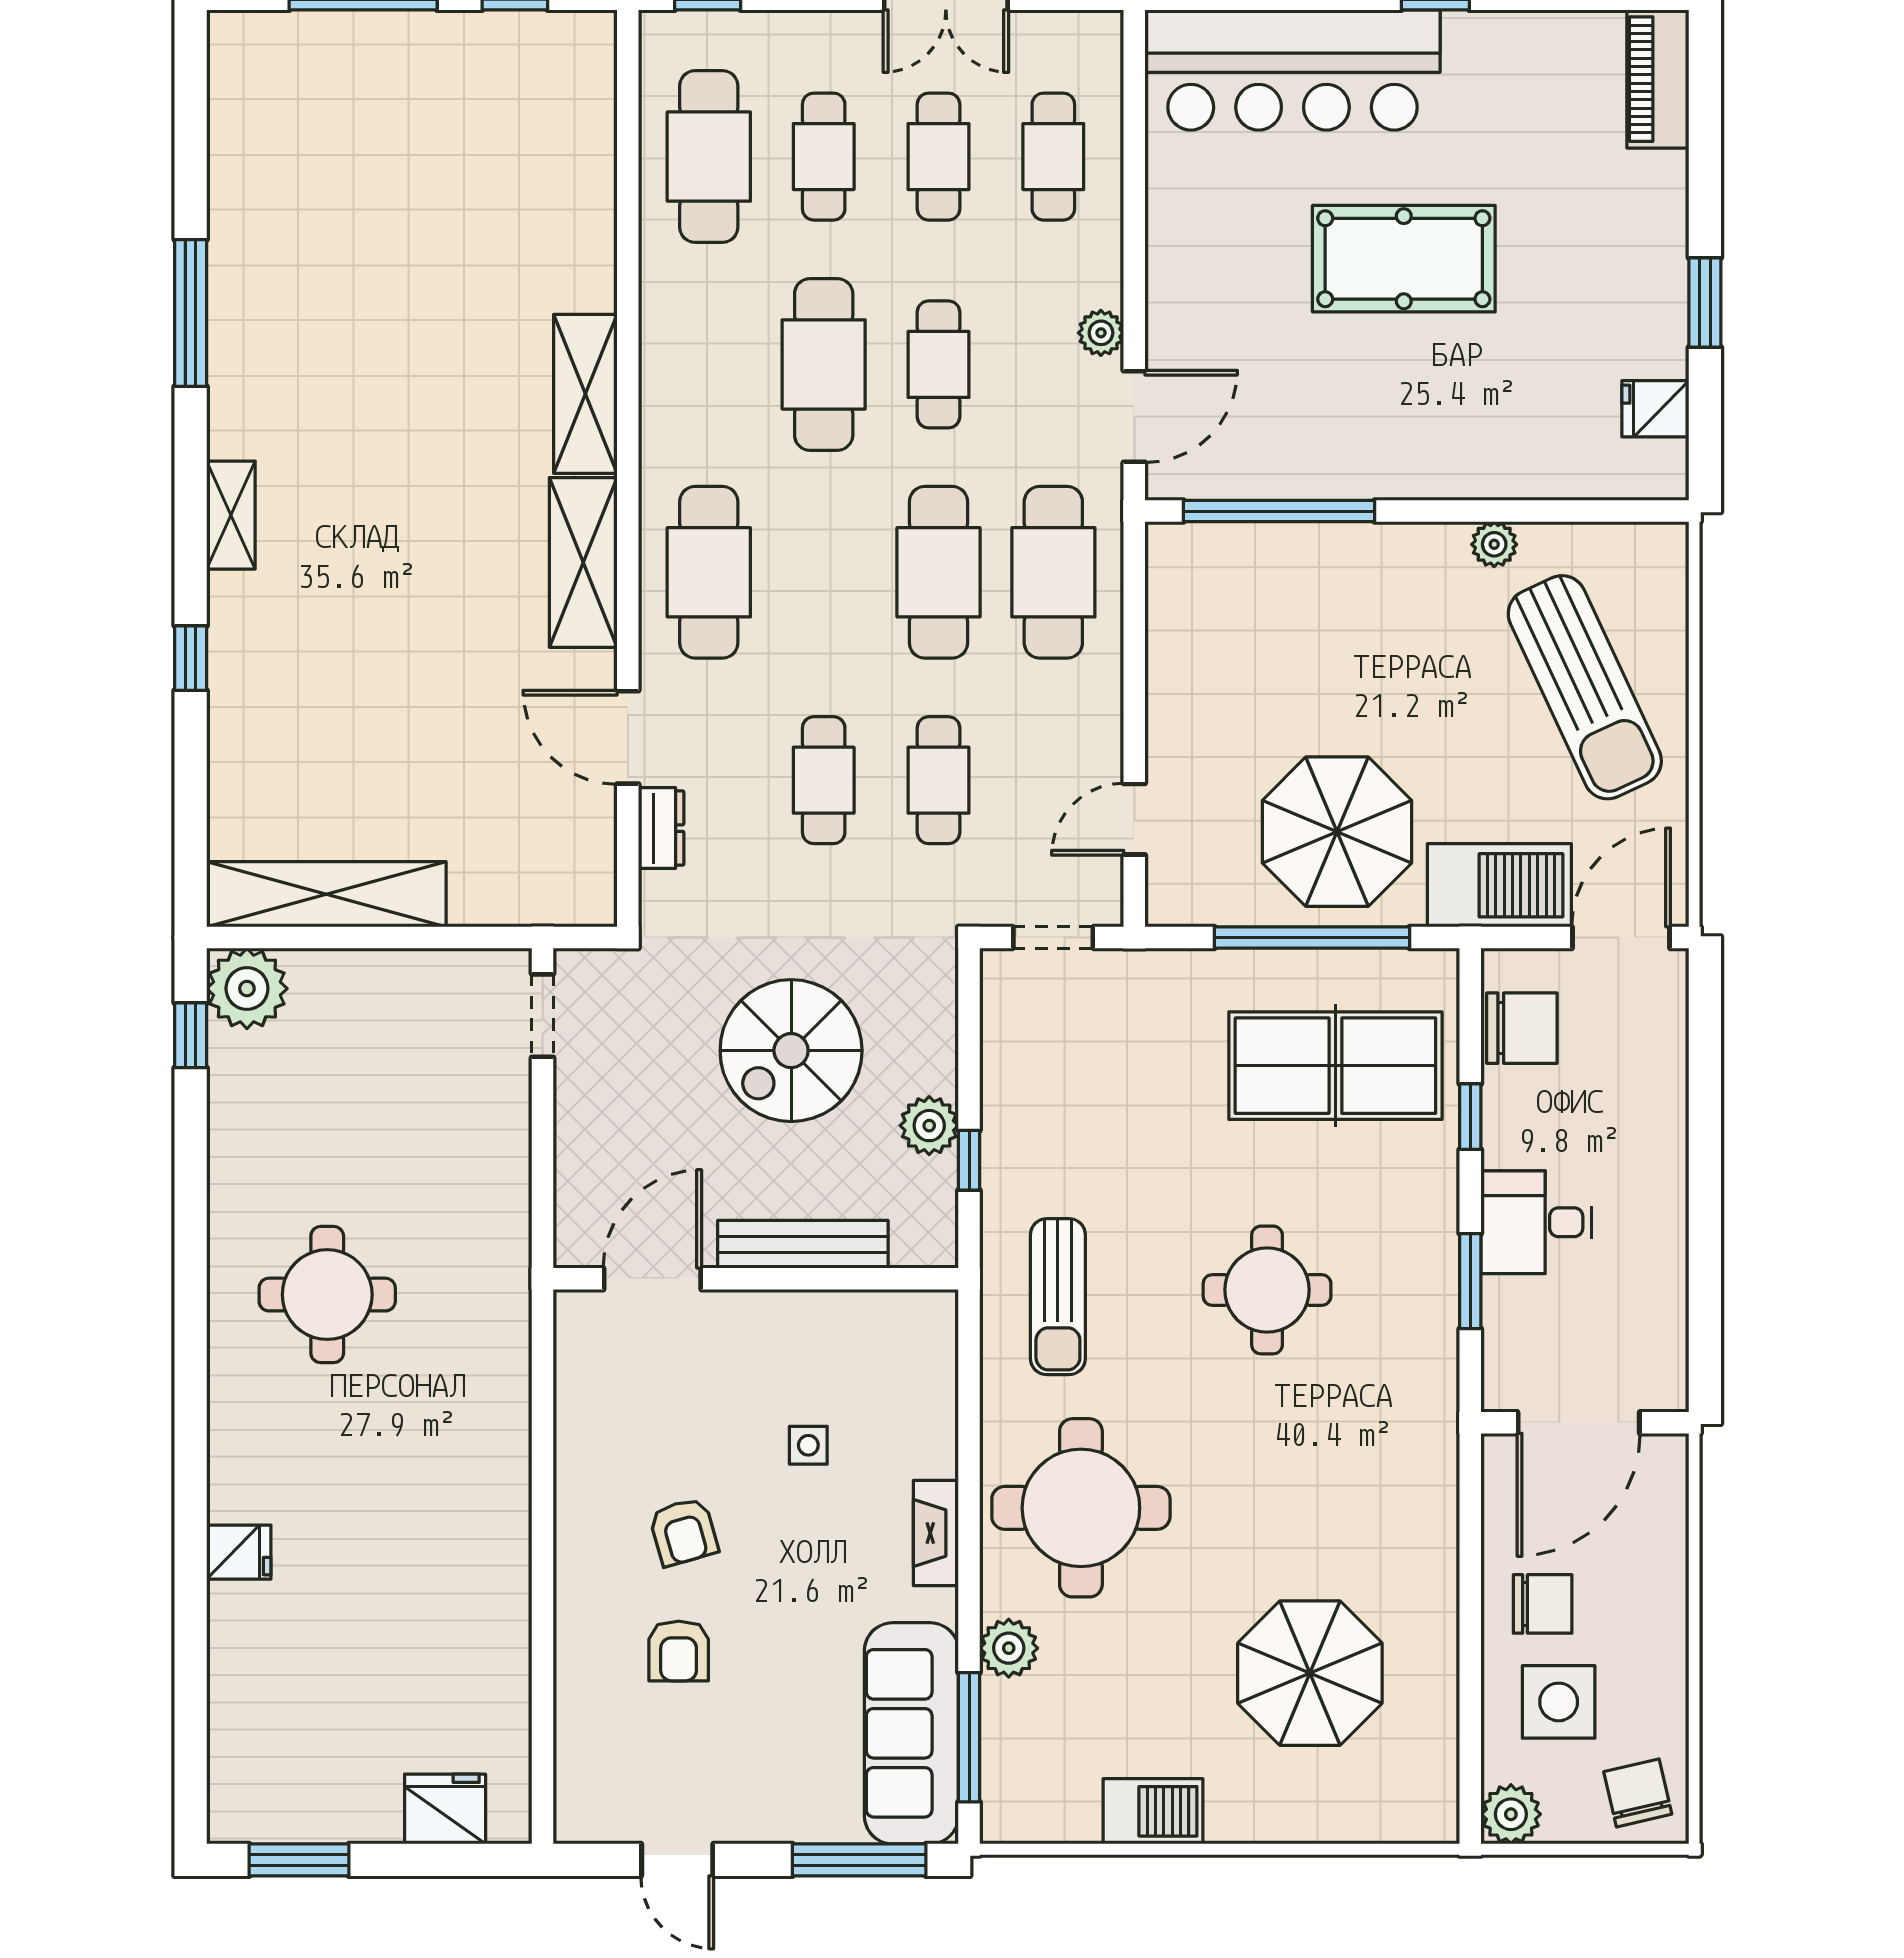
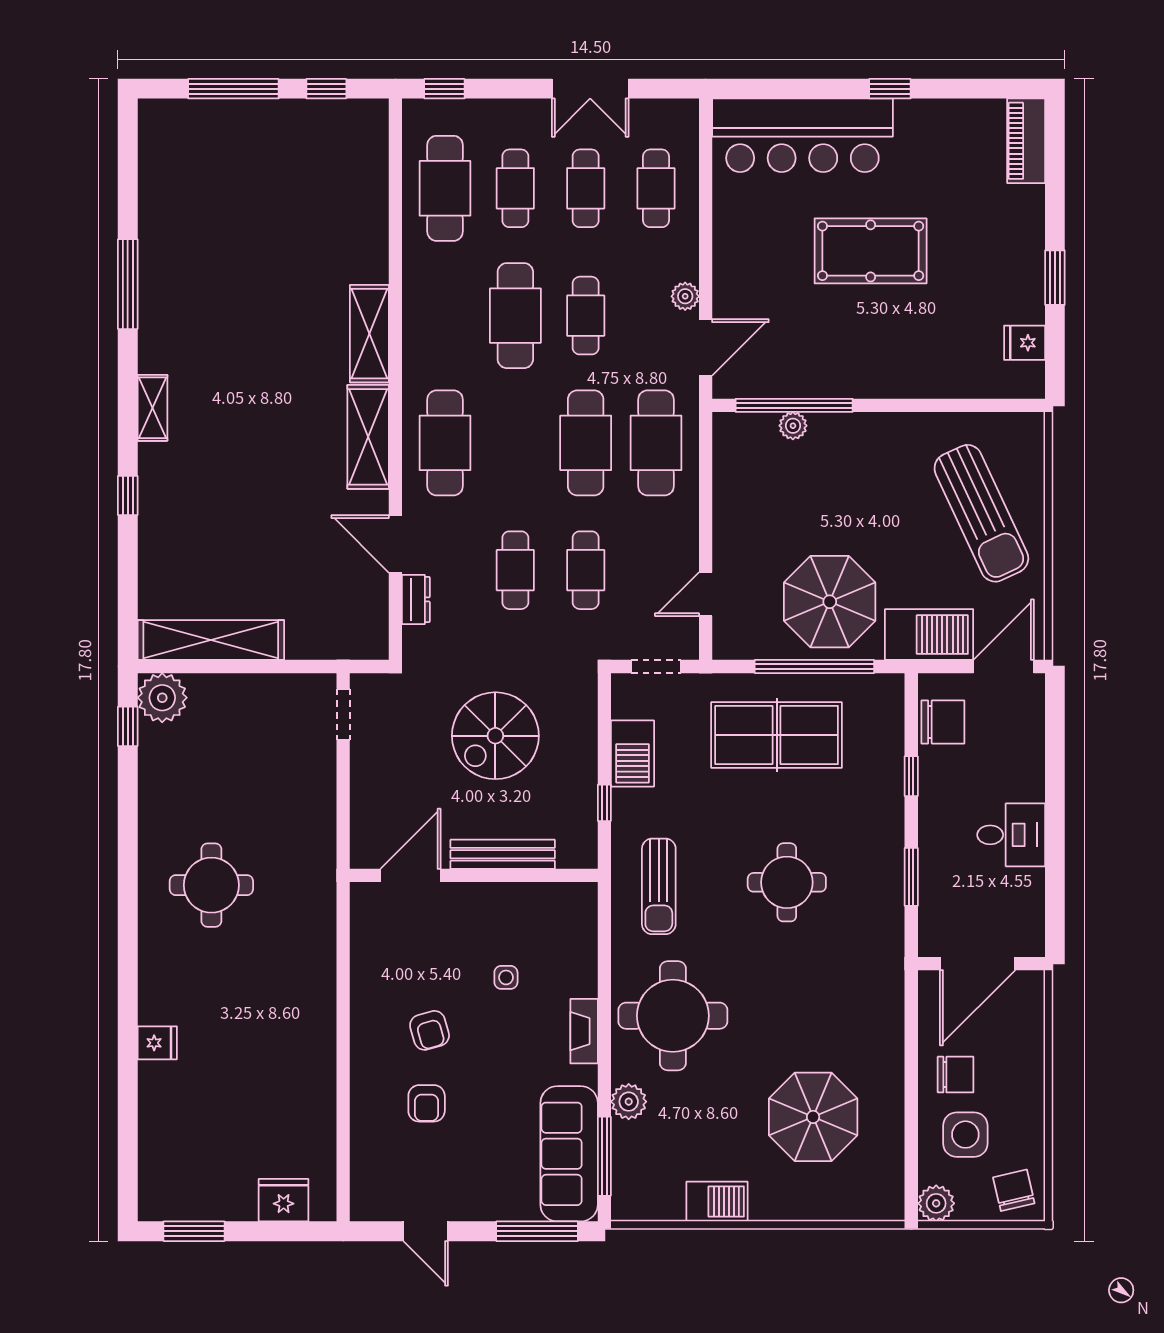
plant: (1494, 544) -> (793, 426), moved
table tennis table: (1335, 1066) -> (777, 735), moved
barbecue: (1015, 1080) -> (632, 753), added
plant: (929, 1126) -> (580, 782), removed
desk: (1536, 1222) -> (1011, 835), moved, turned 180

